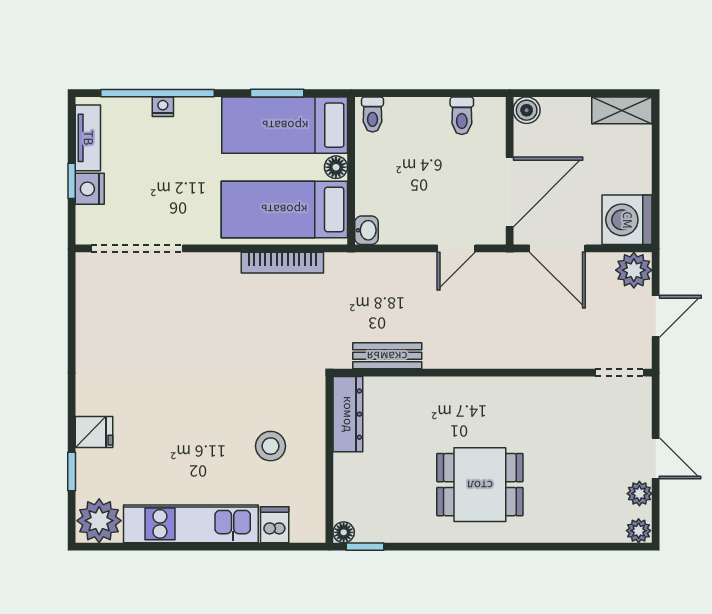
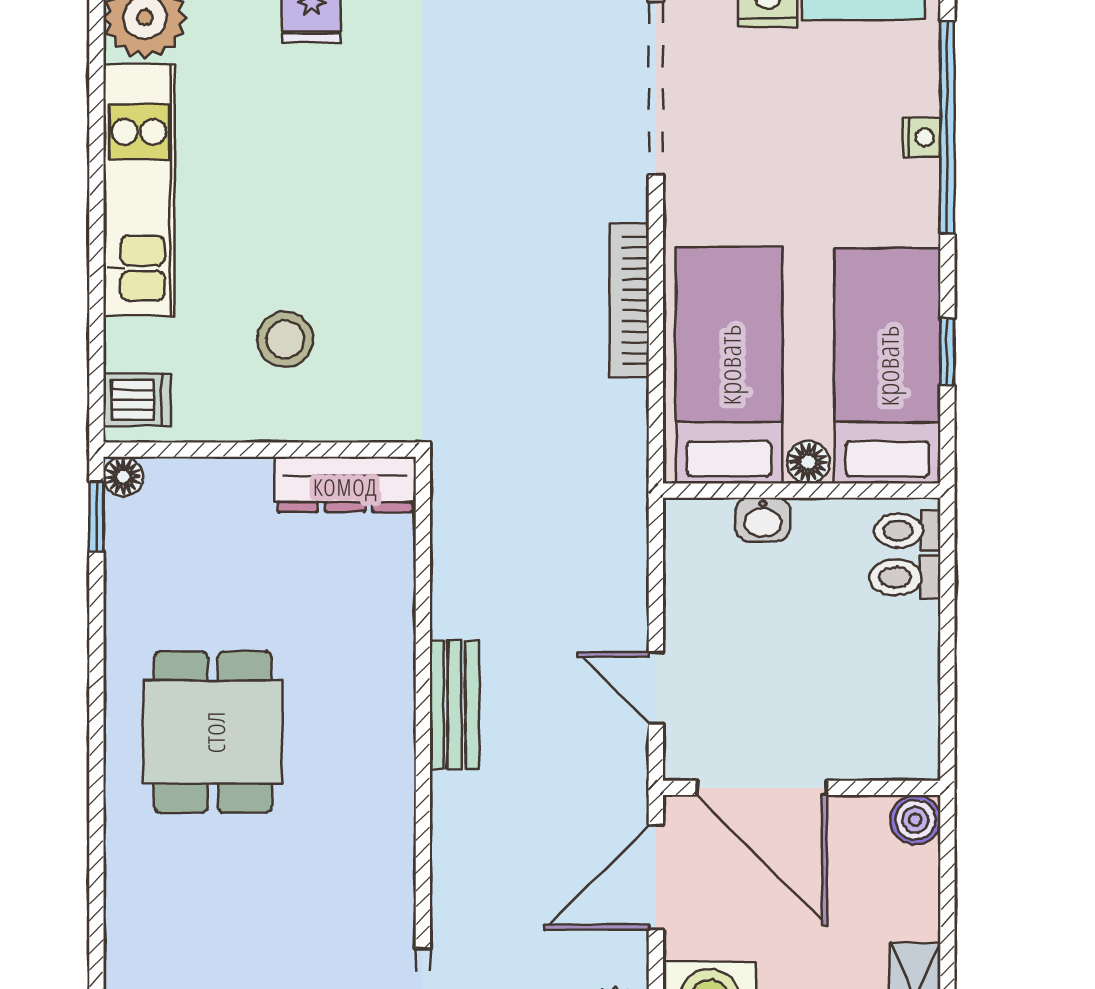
window: (277, 93) -> (947, 352), width x0.67
toilet: (462, 116) -> (905, 577), moved
washbasin: (367, 230) -> (763, 519), moved
bookcase: (282, 263) -> (629, 300), moved
bench: (387, 356) -> (454, 705), moved
dishwasher: (275, 525) -> (137, 400), moved

